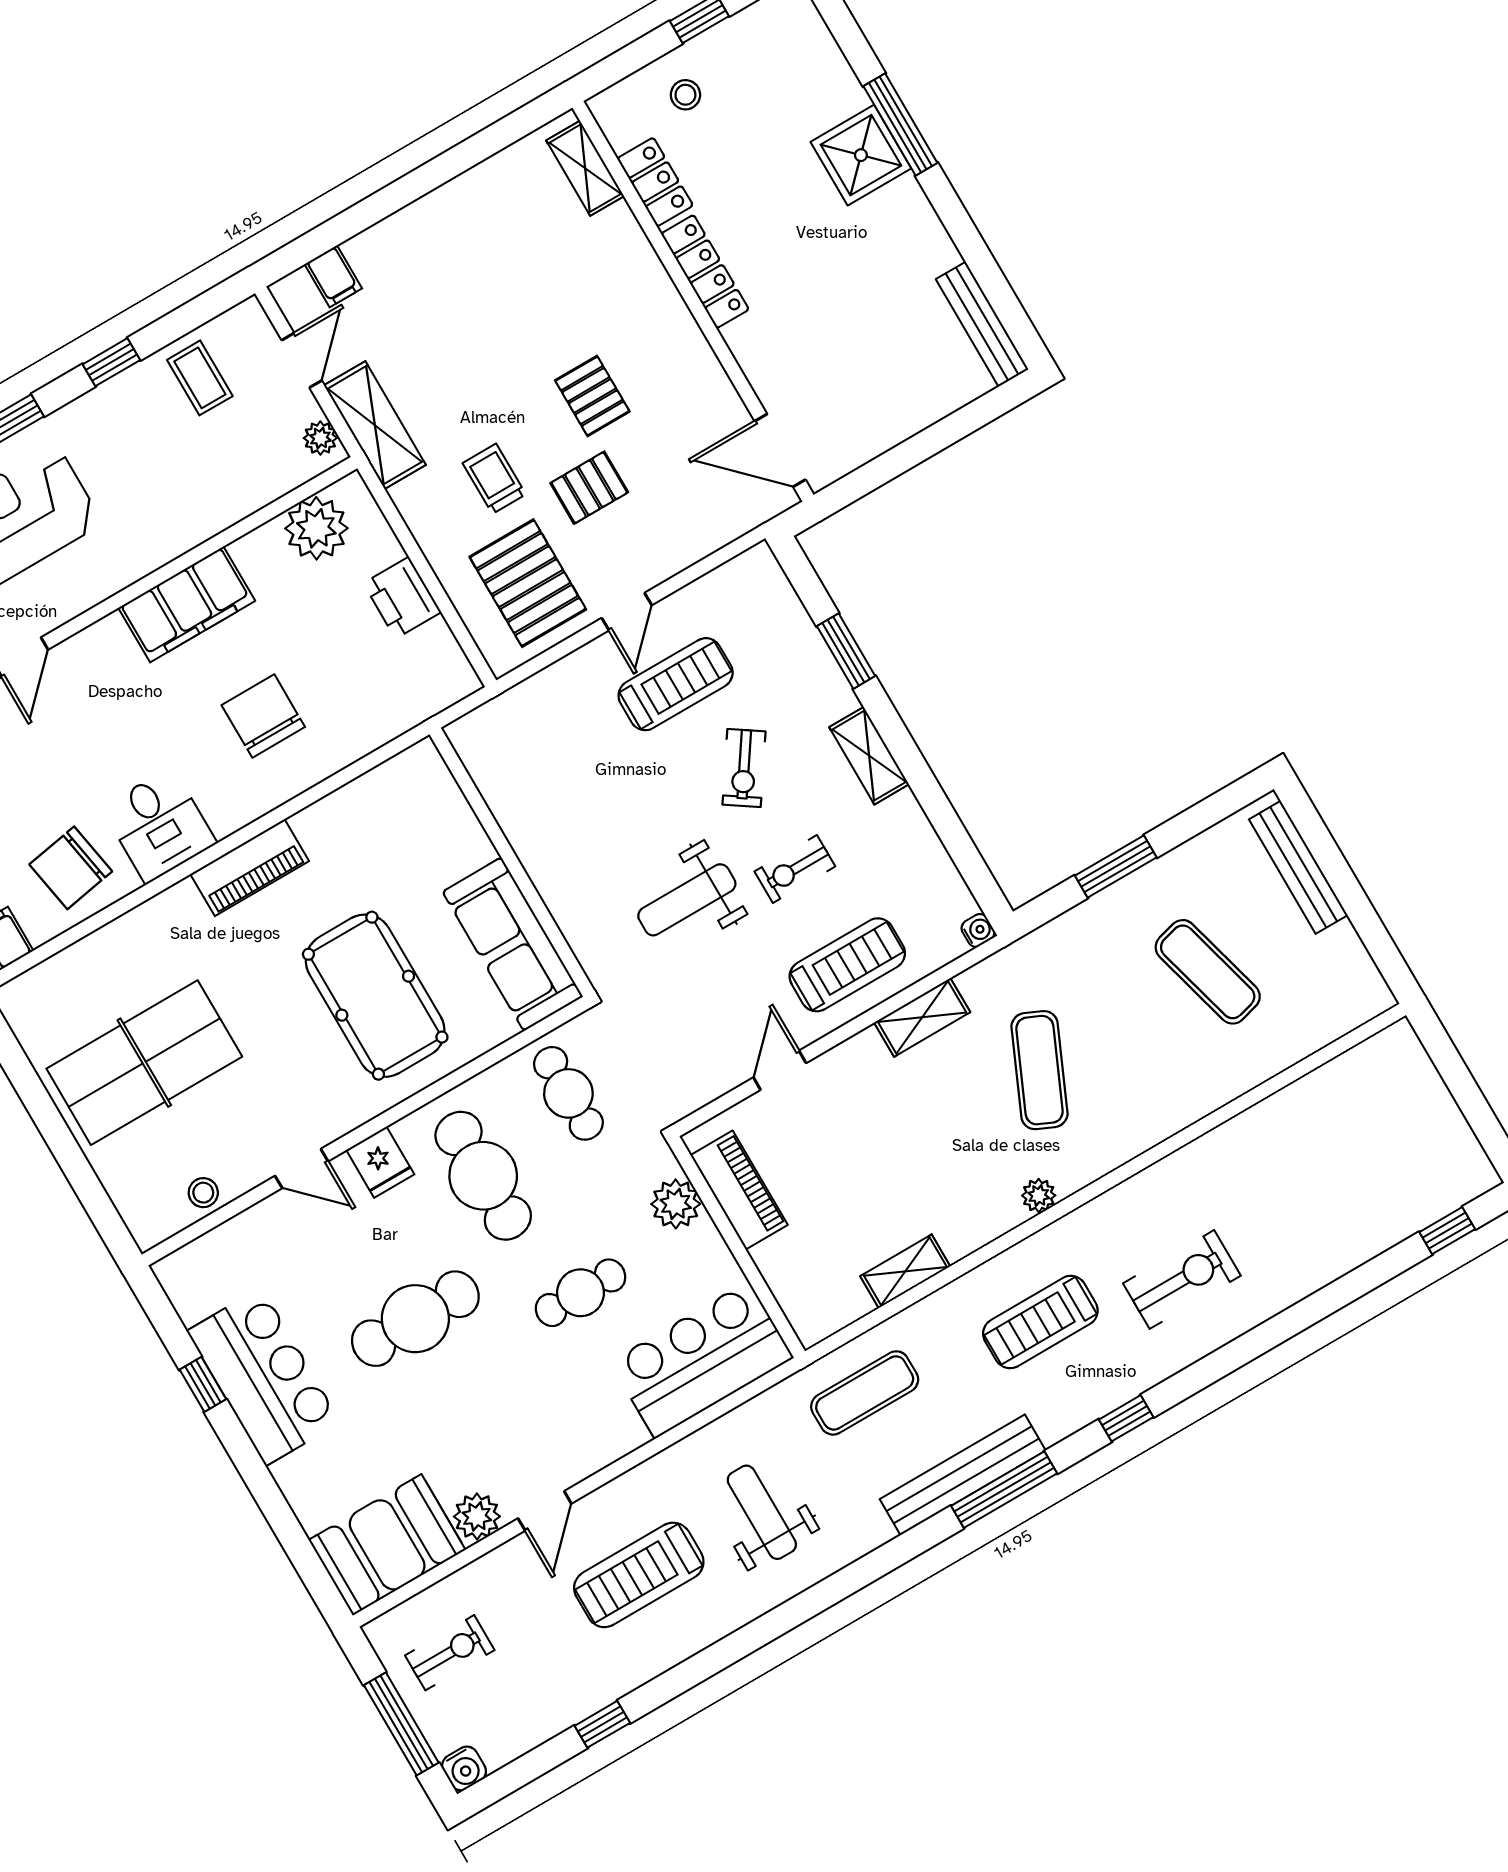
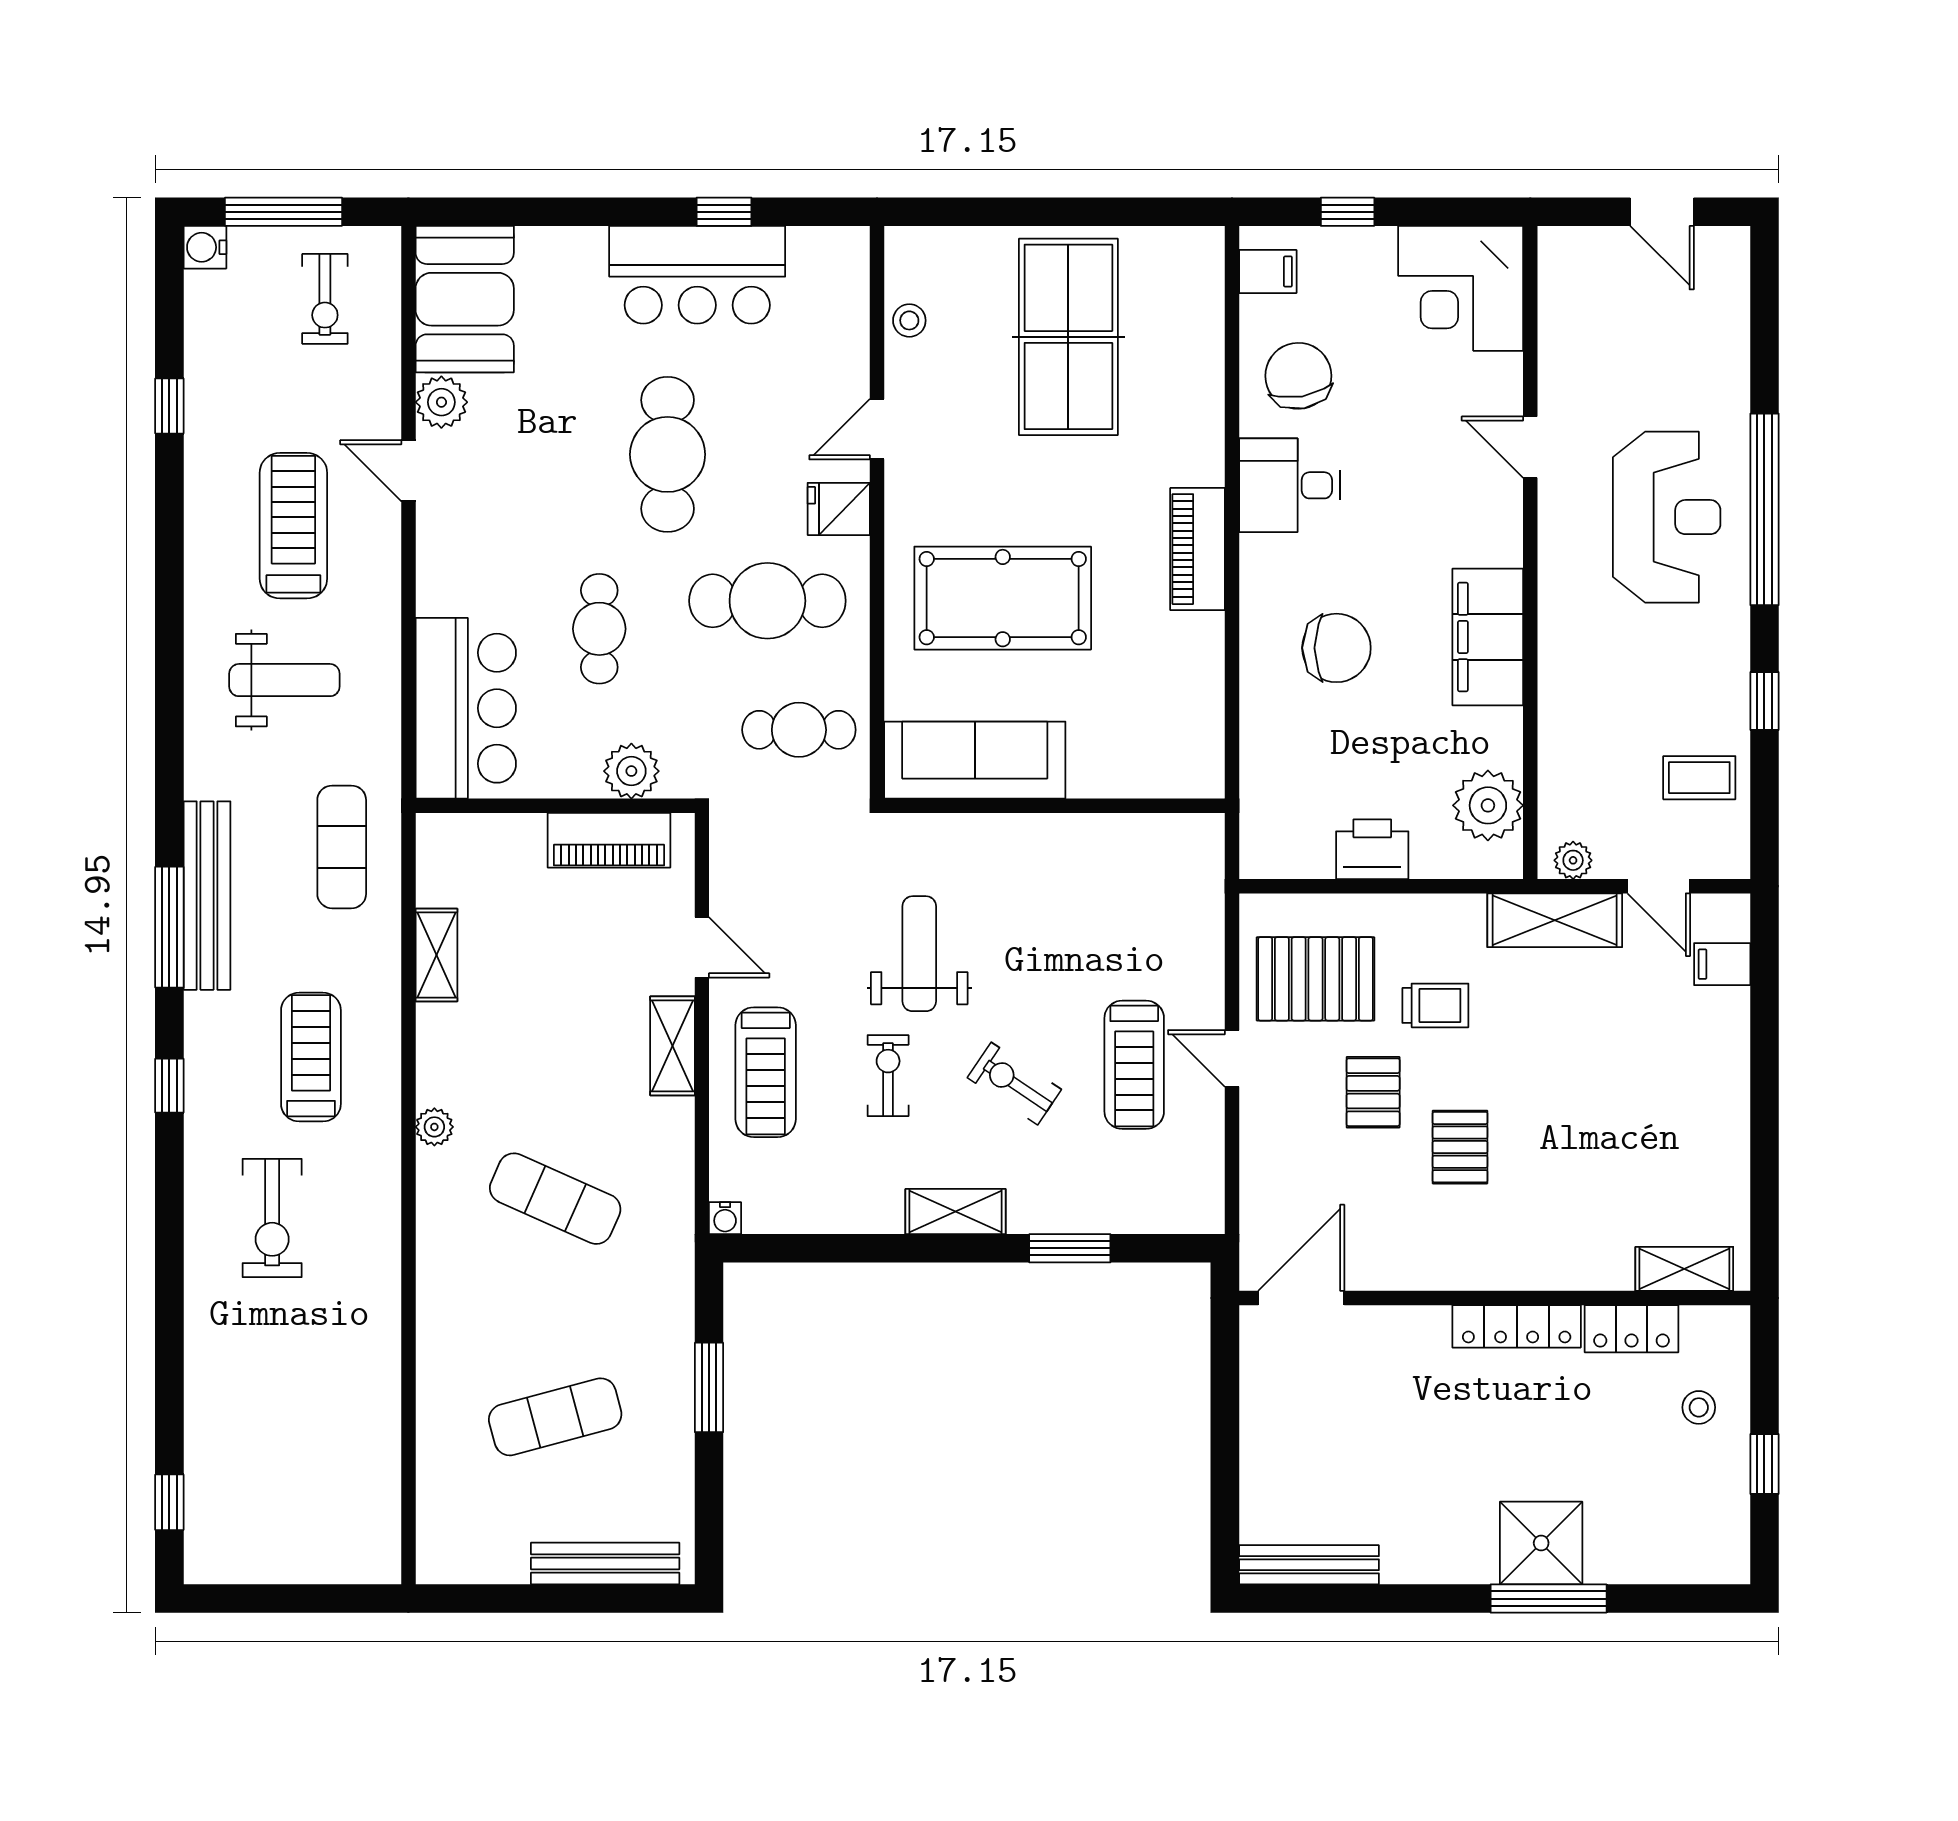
pallet: (592, 396) -> (1460, 1147), turned 90
shelving: (922, 1017) -> (673, 1046), moved

